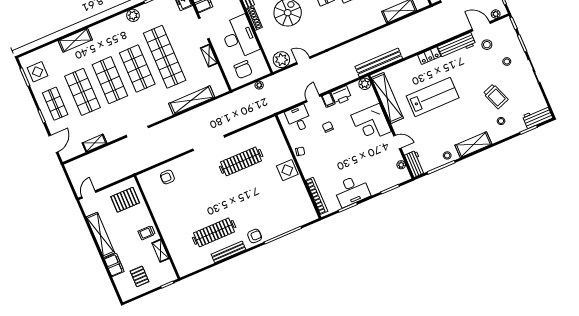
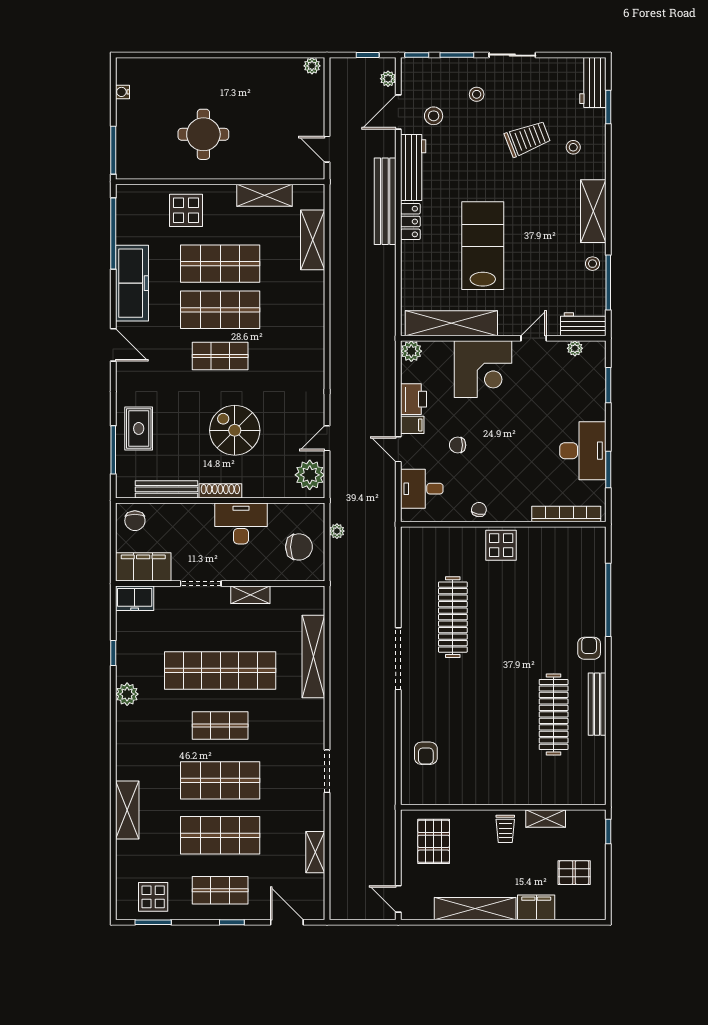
desk: (239, 37) -> (241, 523), width x0.73, depth x0.77
bench: (379, 62) -> (385, 201), moved
shop shelf: (137, 68) -> (220, 725), width x0.70, depth x0.74

